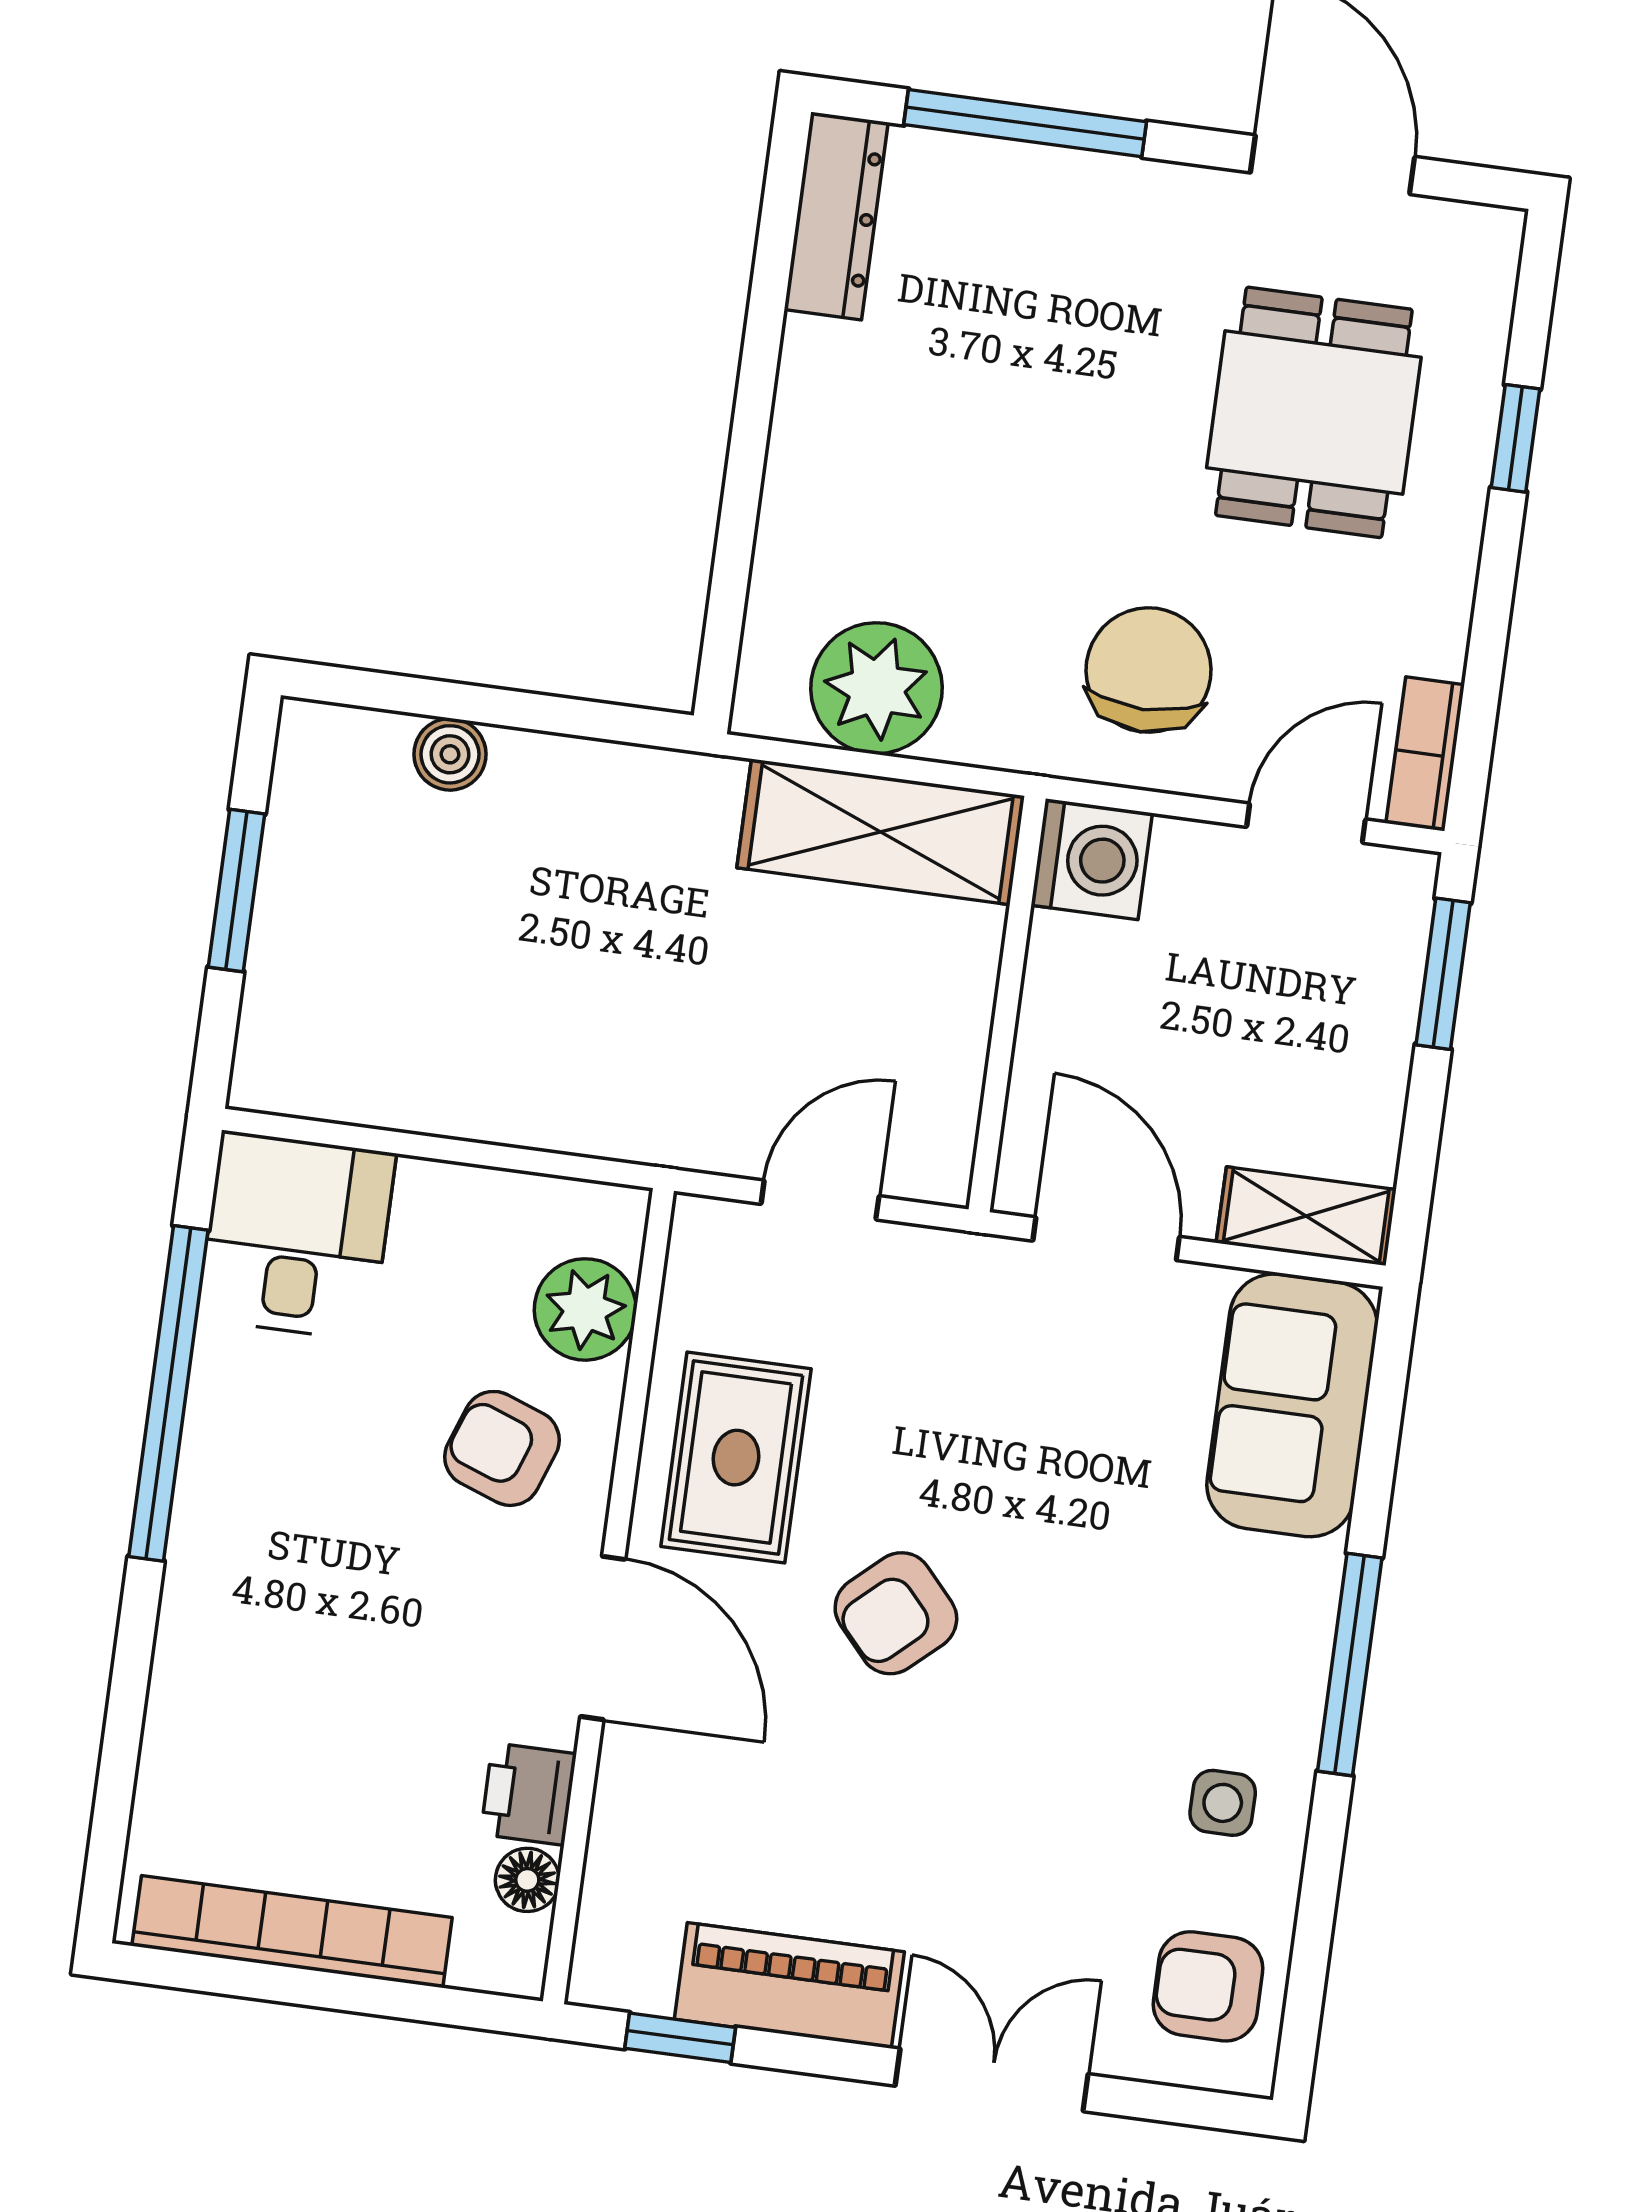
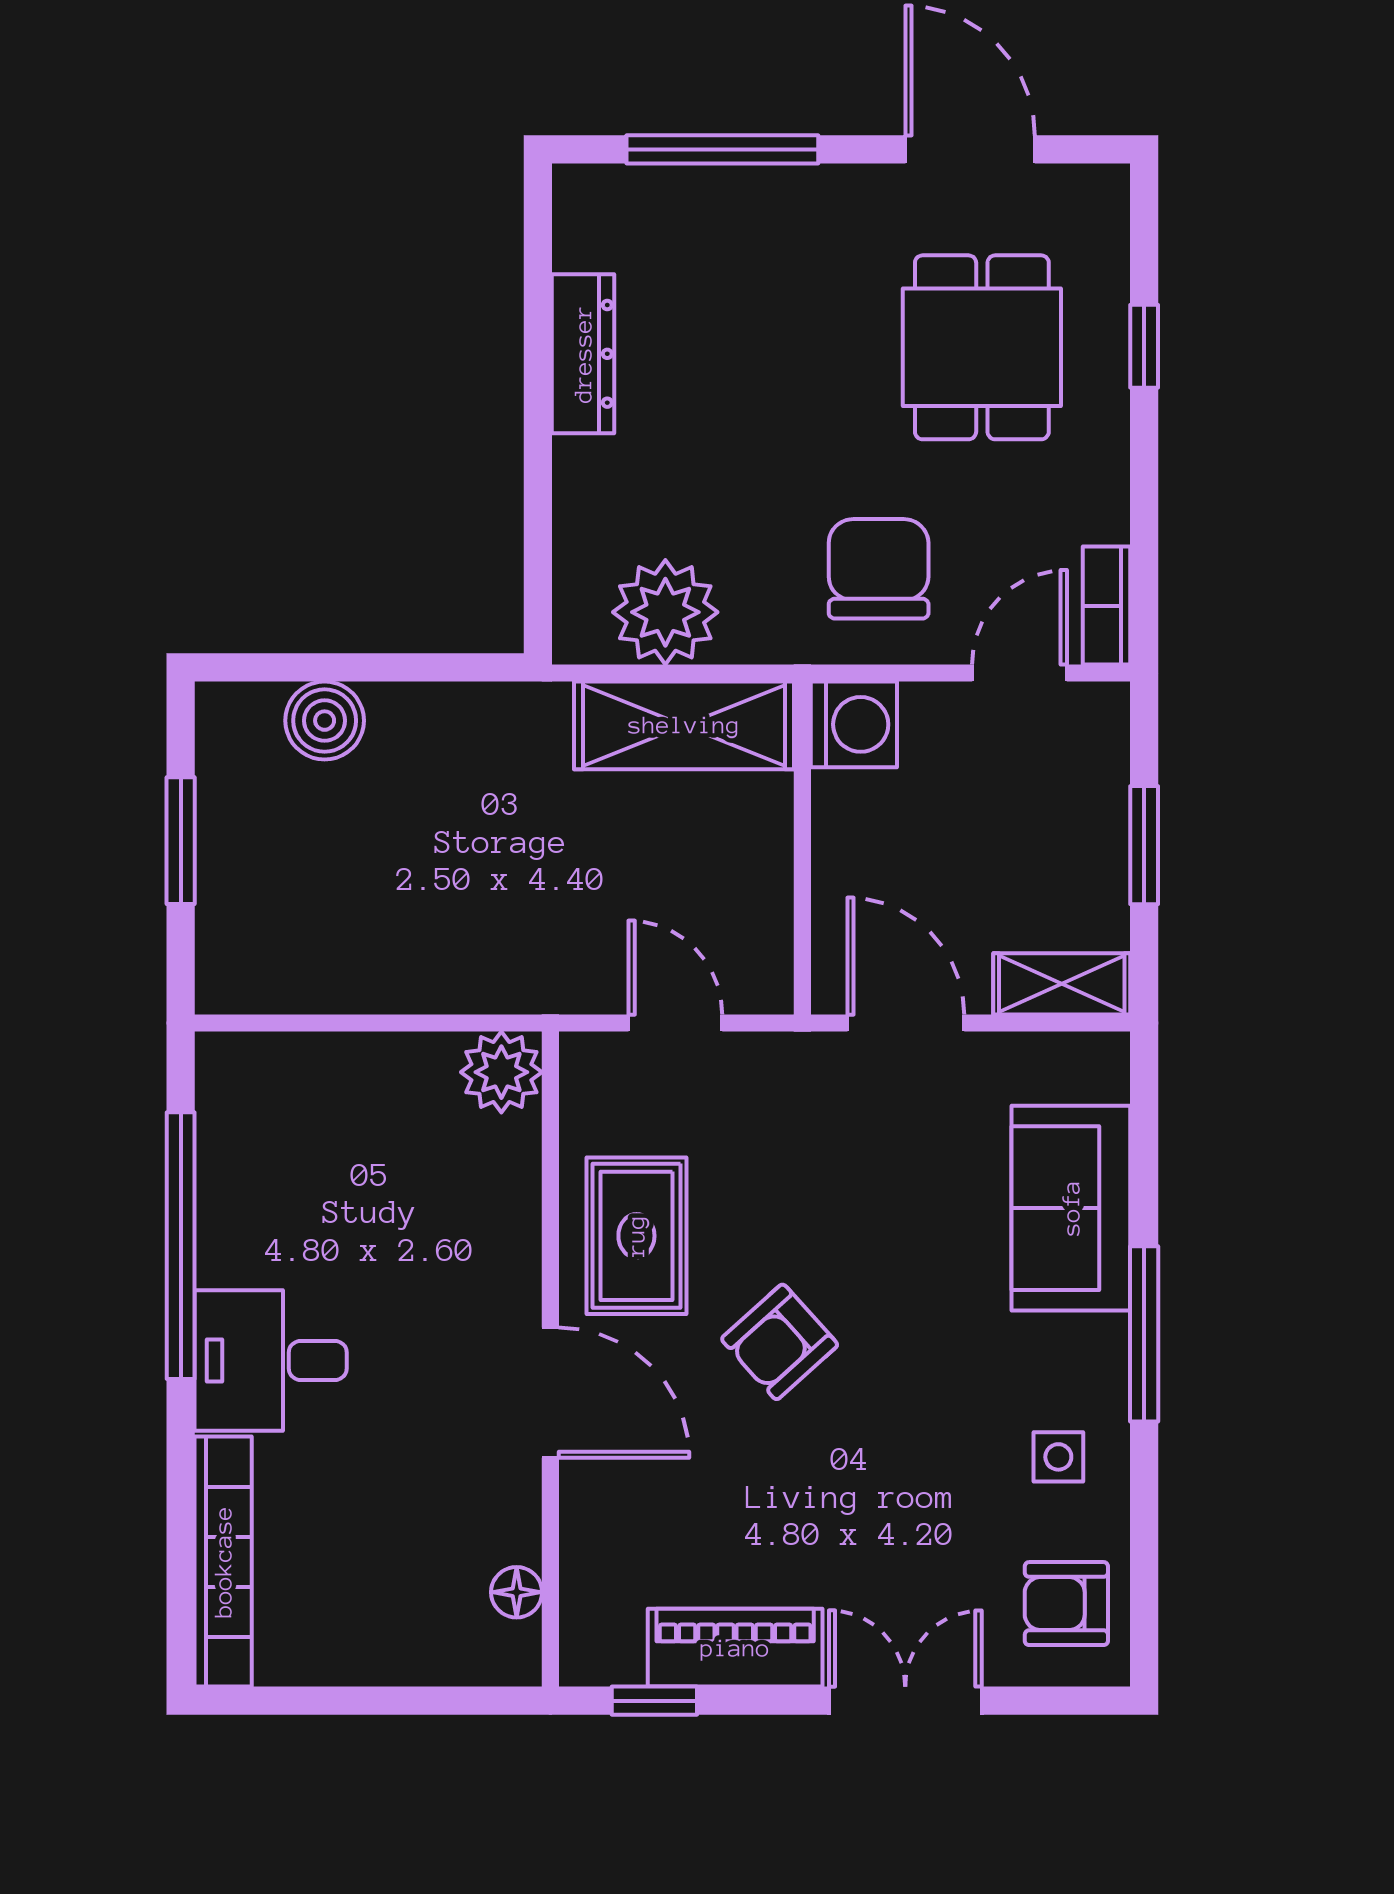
dresser: (836, 216) -> (583, 354), moved
boiler: (450, 754) -> (325, 721), width x1.36, depth x1.36
window: (1443, 974) -> (1144, 845), moved
door: (820, 1200) -> (675, 1023), hinge flipped
desk: (297, 1236) -> (271, 1360), moved, turned -90
plant: (585, 1309) -> (501, 1072), moved
sofa: (1292, 1405) -> (1071, 1208), moved
armchair: (502, 1448) -> (450, 1254), removed
printer: (528, 1794) -> (508, 1524), removed
bookcase: (292, 1932) -> (223, 1562), moved, turned 90

